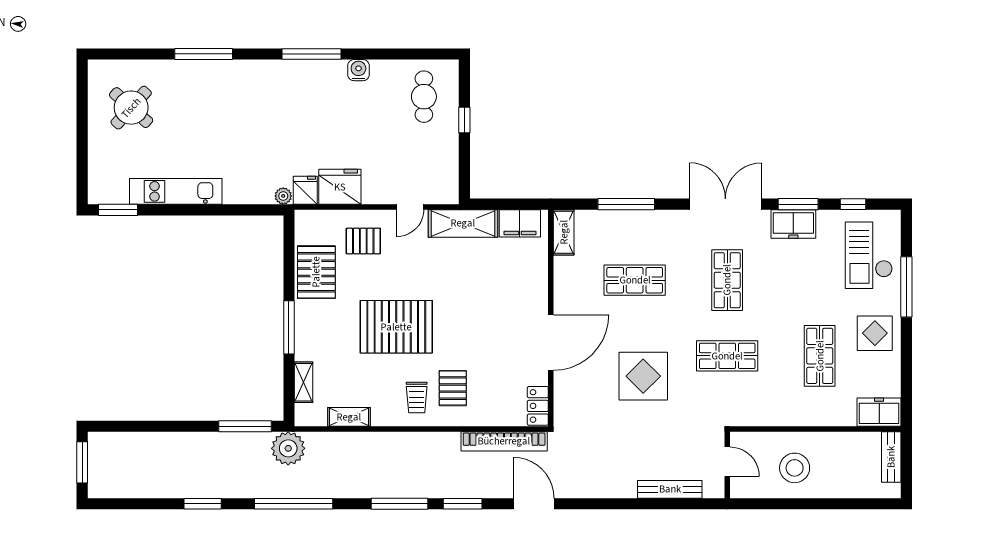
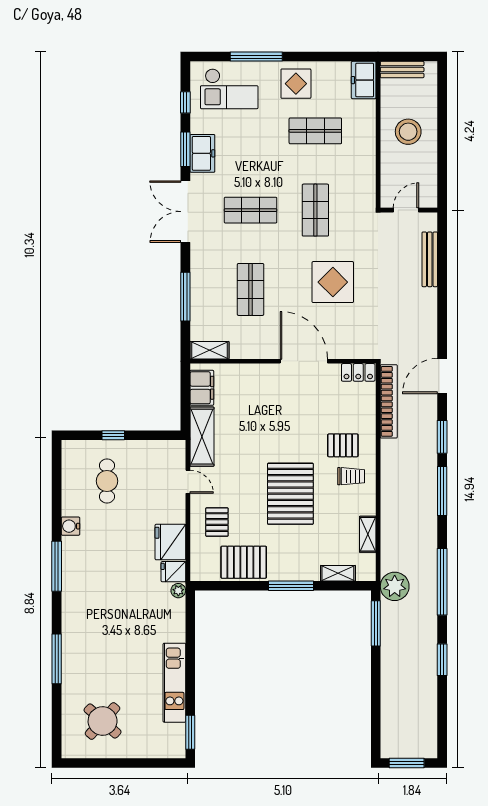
cafe table: (424, 97) -> (107, 481), moved, turned 90
stool: (795, 468) -> (408, 132), moved

